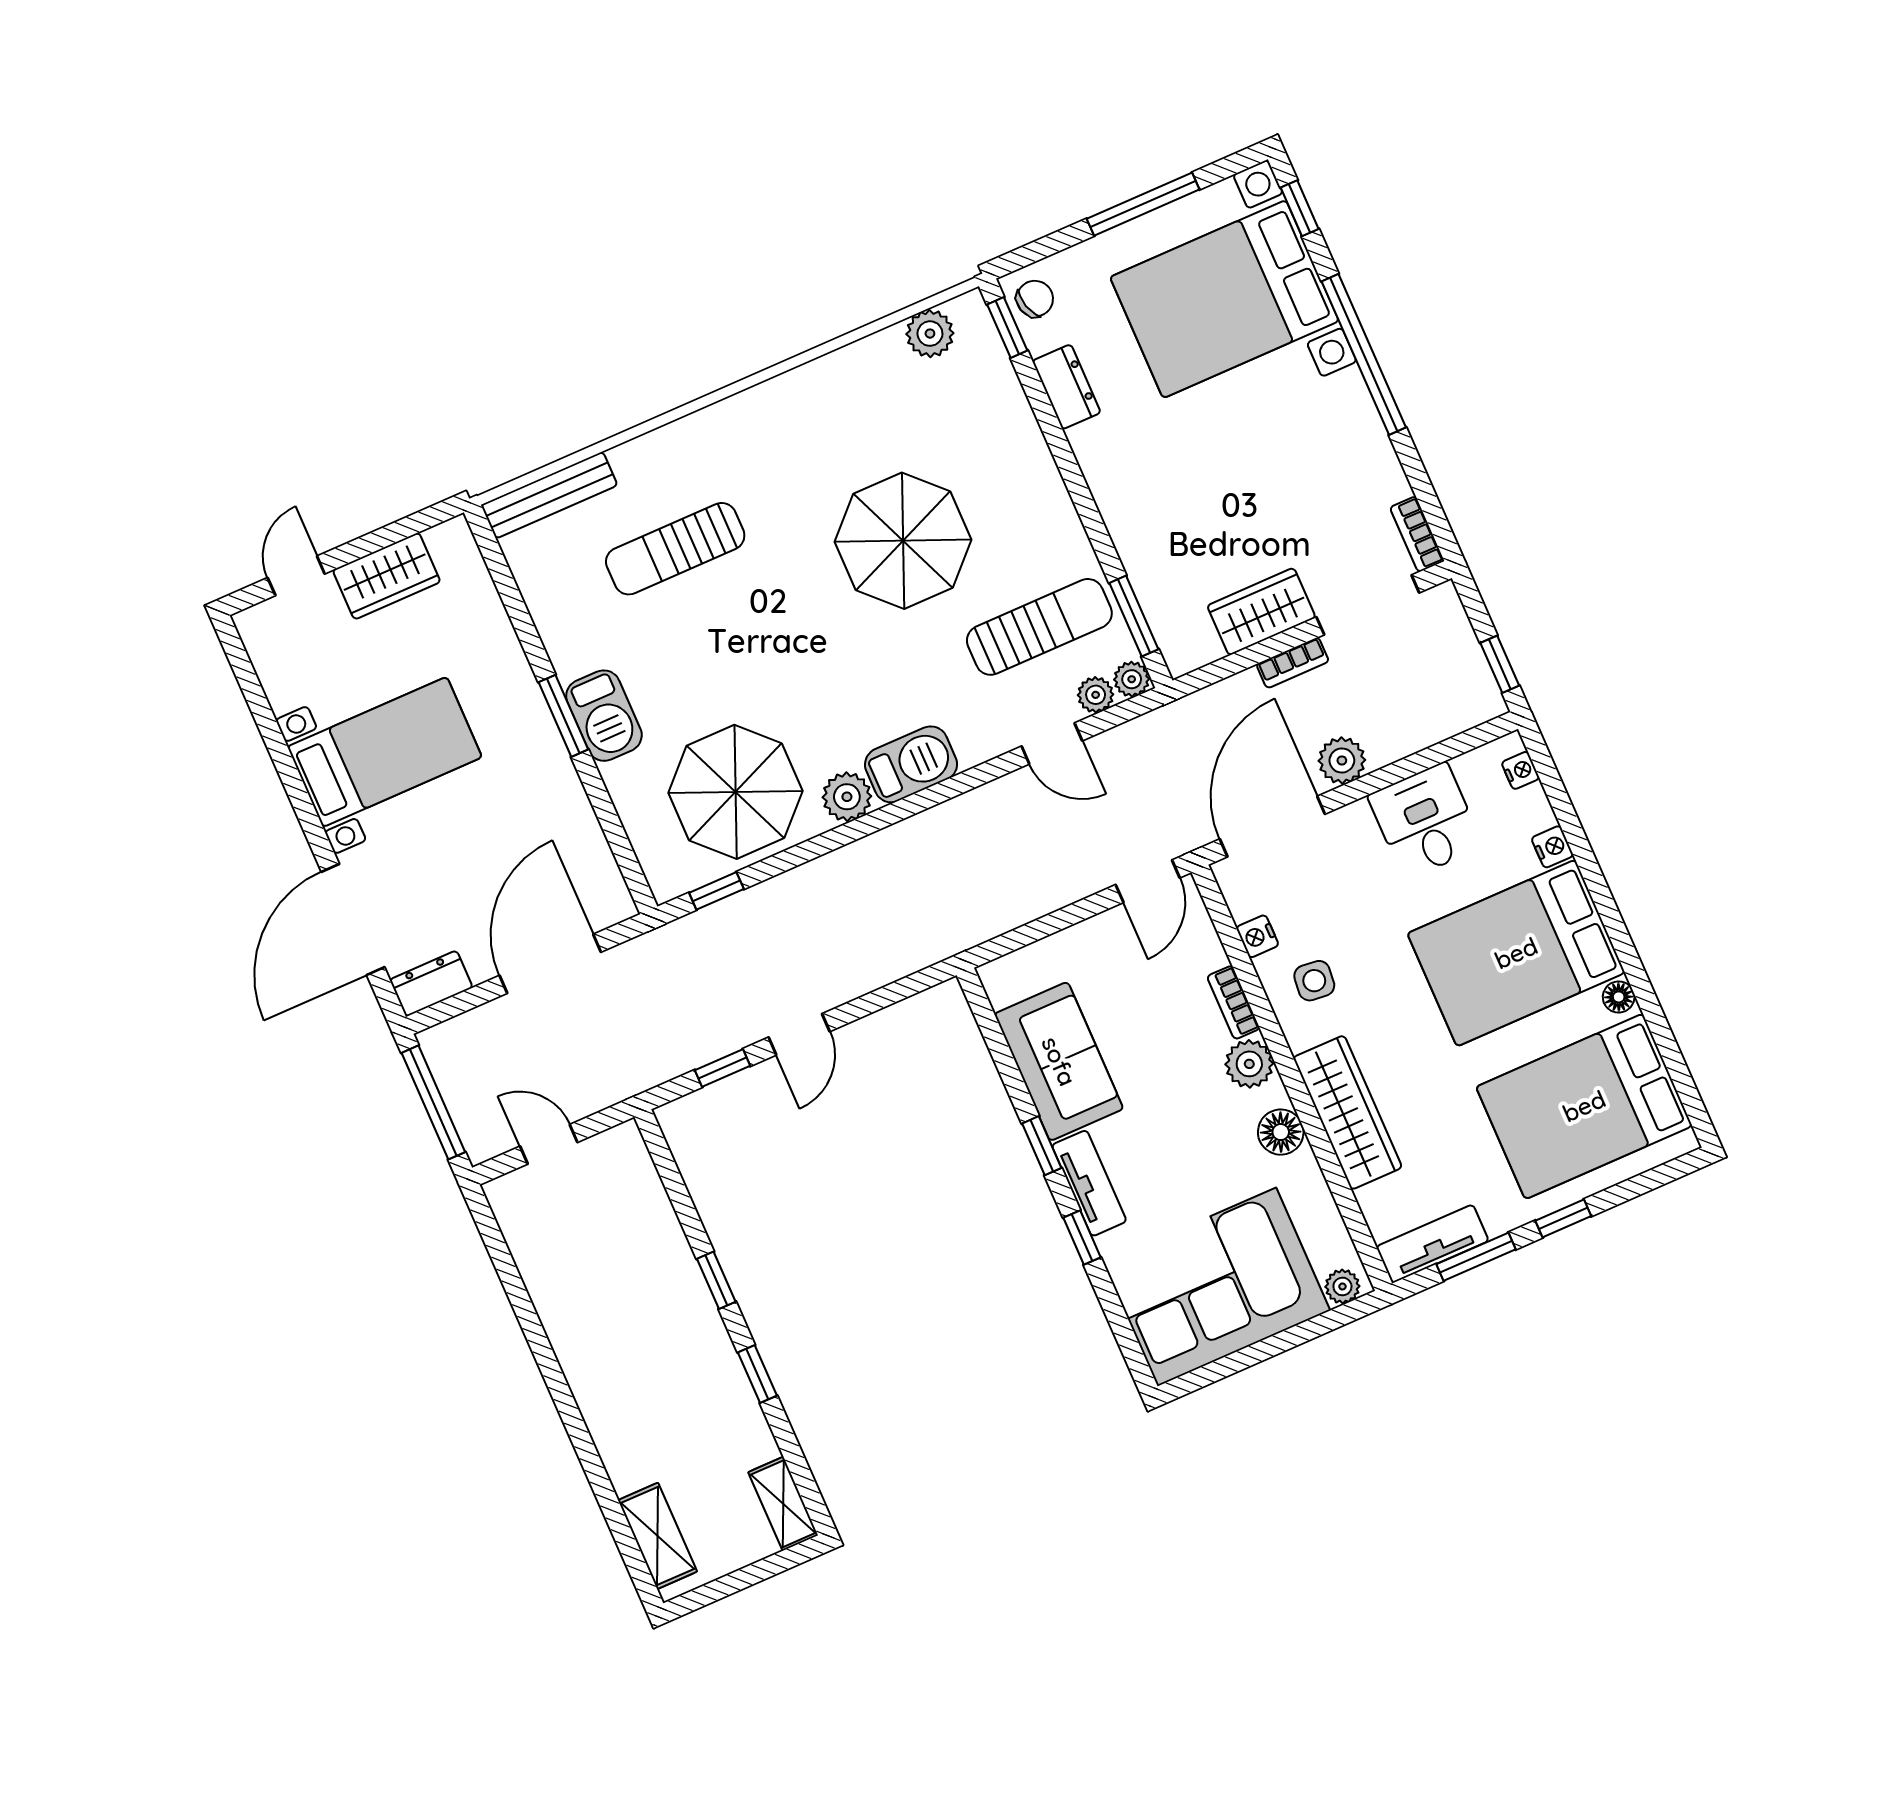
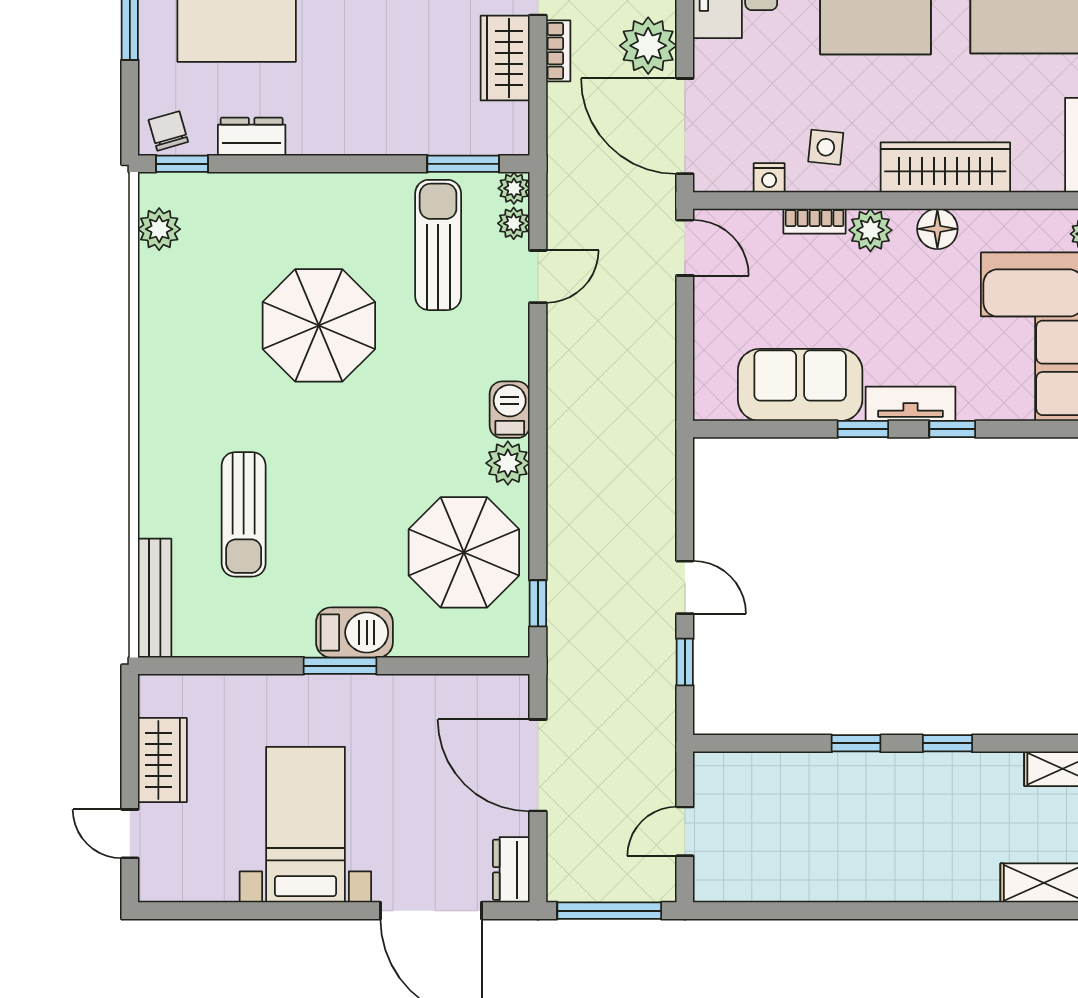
plant: (1342, 760) -> (648, 46), width x1.36, depth x1.36
barbecue: (911, 764) -> (510, 410), width x0.73, depth x0.79

